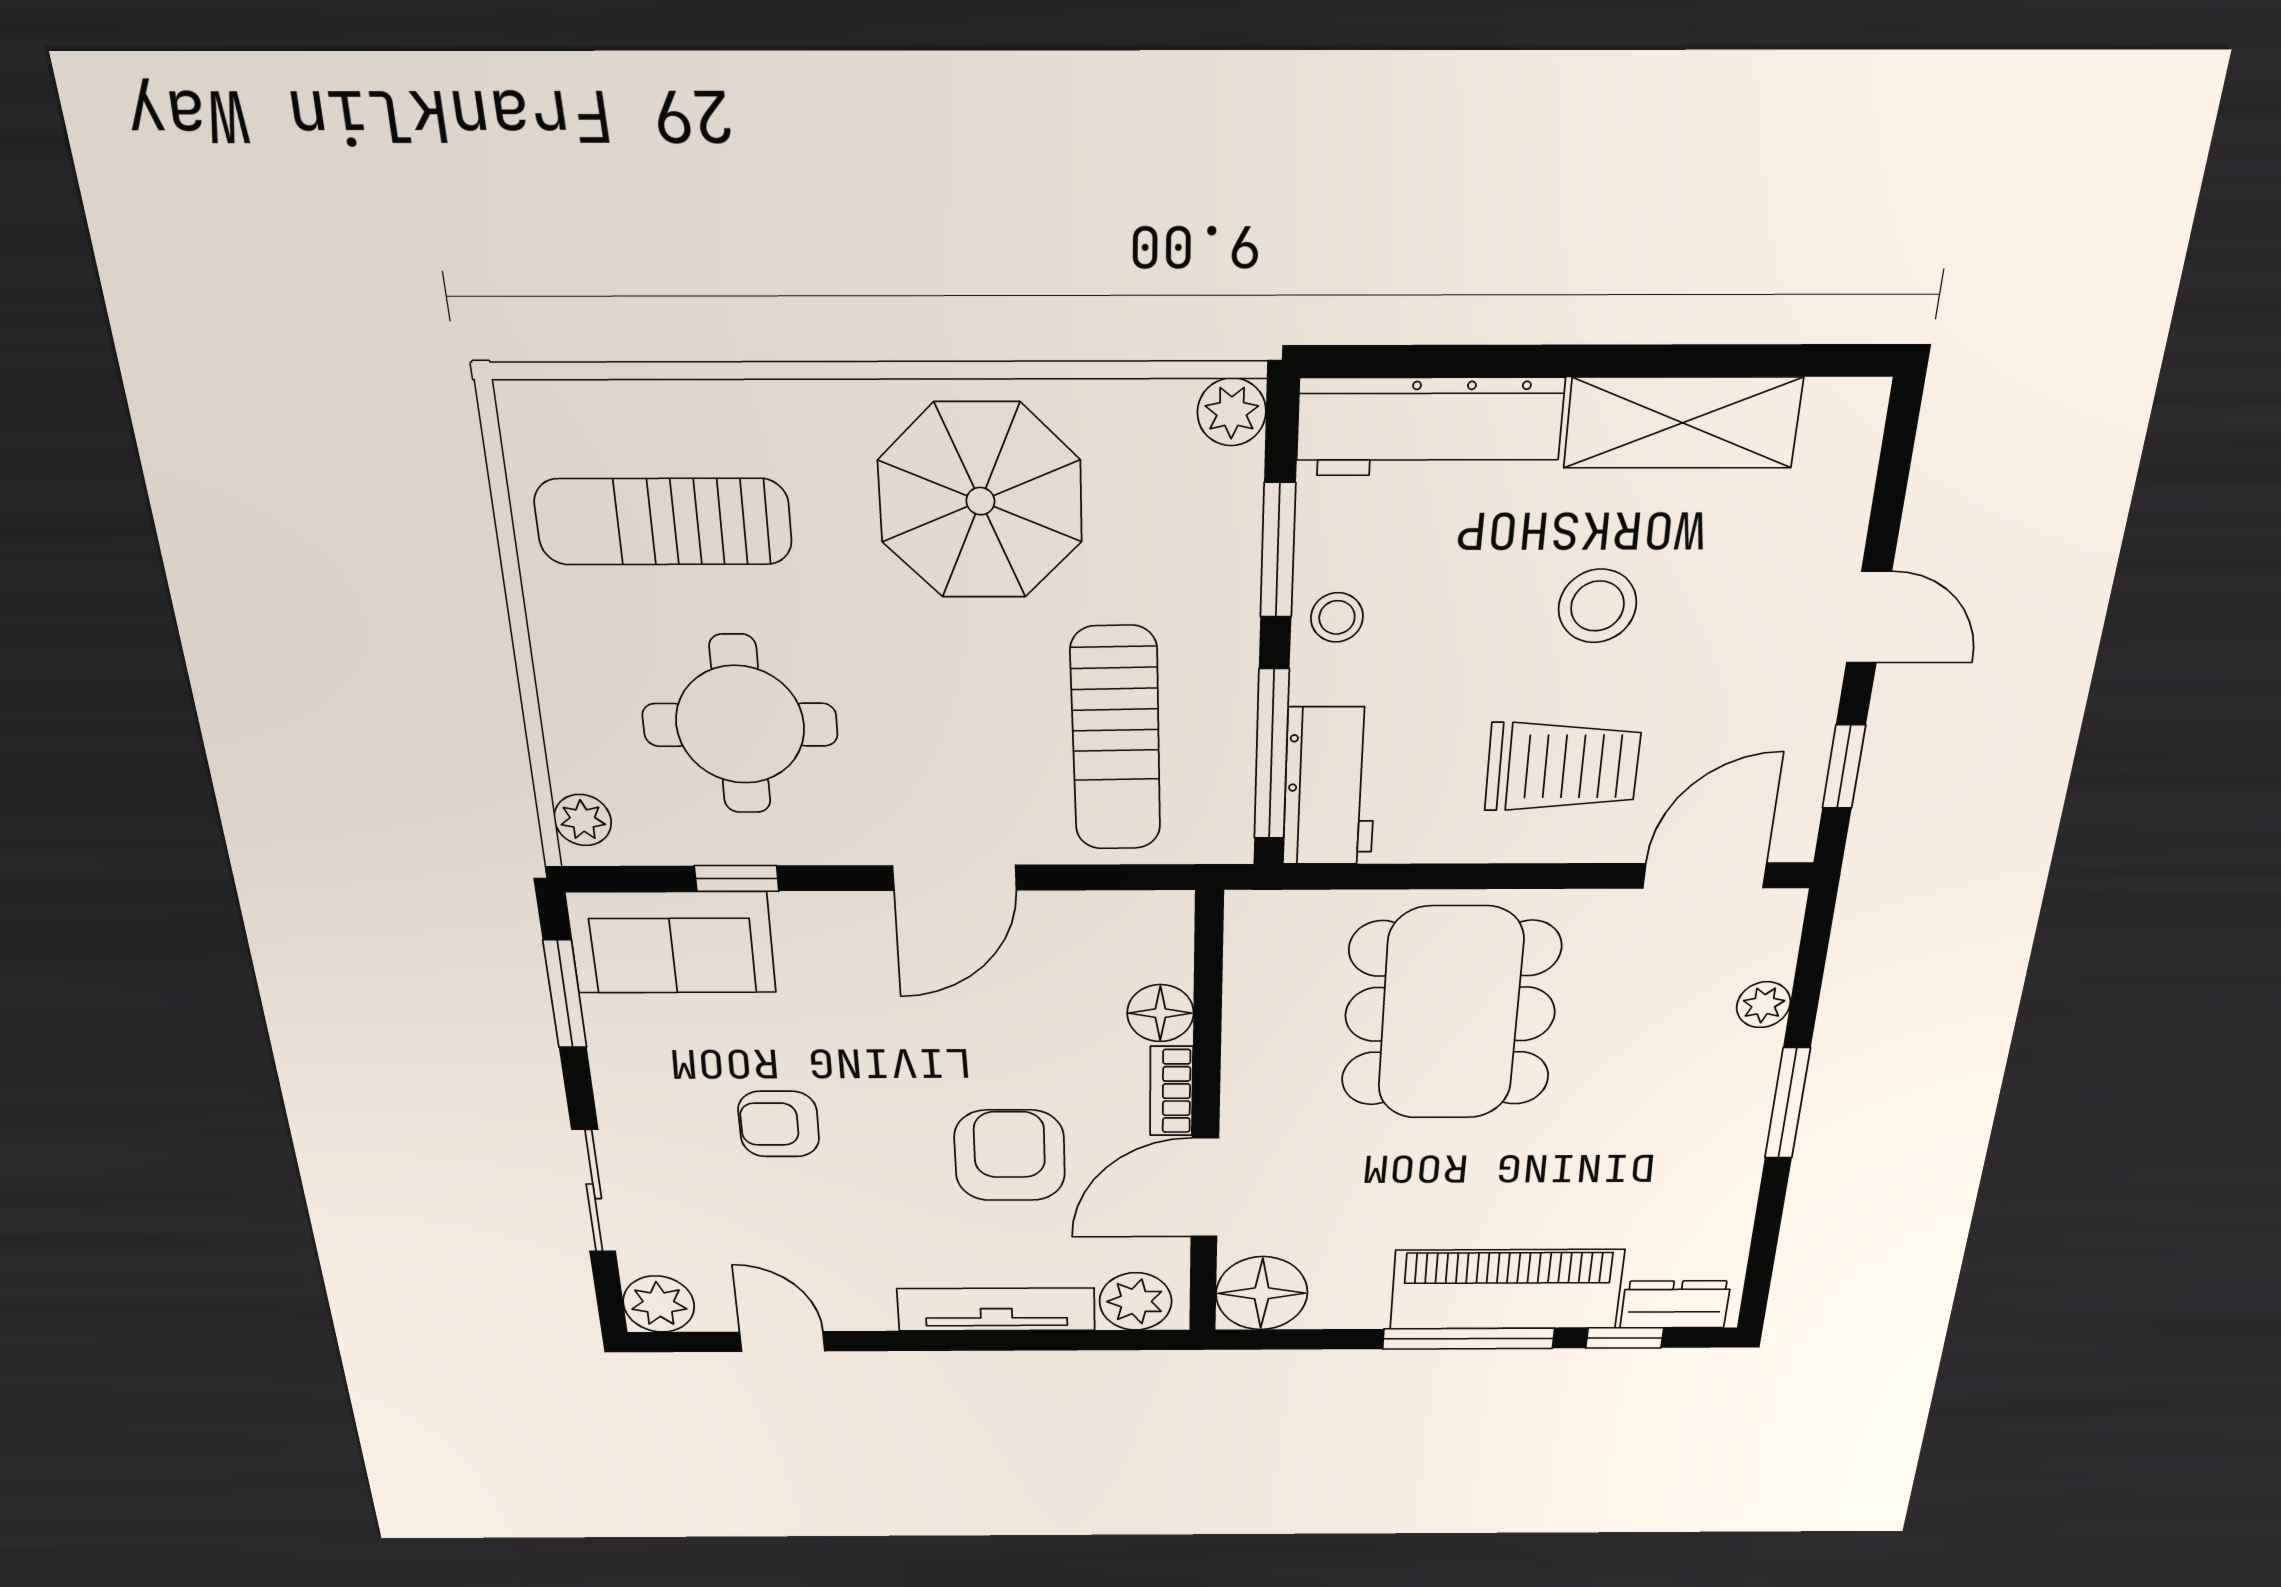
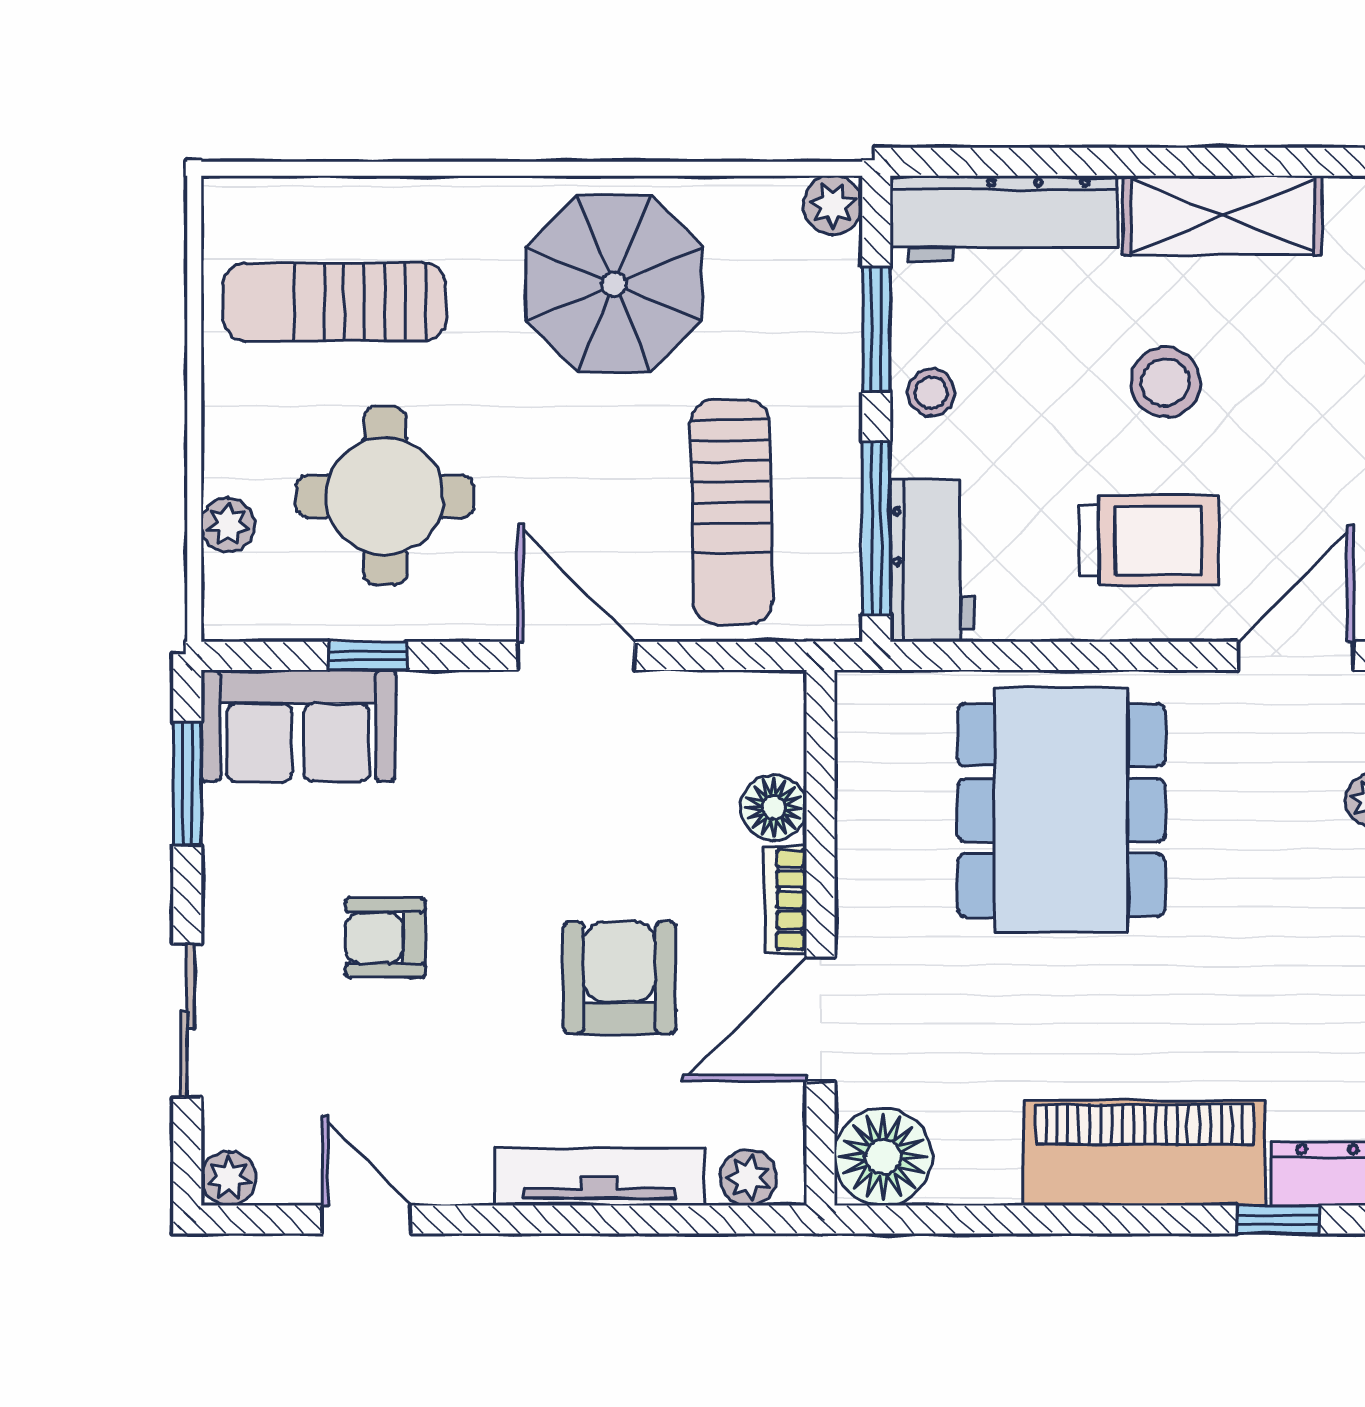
plant: (583, 820) -> (228, 525), moved
door: (955, 878) -> (576, 656), swing flipped
plant: (1136, 1301) -> (748, 1178), width x0.73, depth x0.73
plant: (659, 1304) -> (229, 1178), width x0.73, depth x0.73
window: (1468, 1339) -> (1109, 1220), removed

